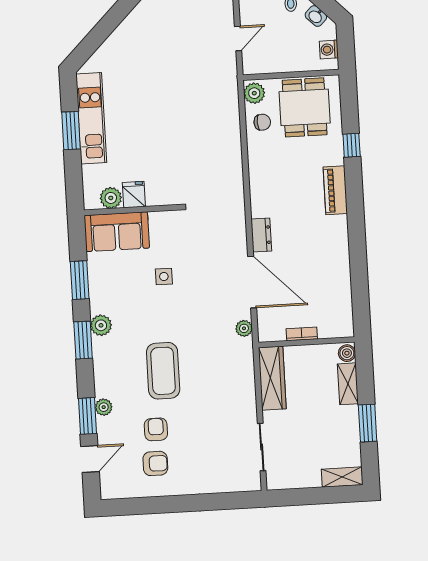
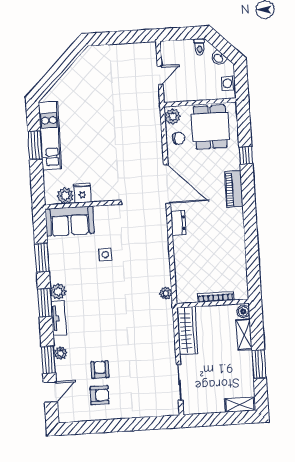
door: (252, 282) -> (167, 184), moved
bookcase: (302, 334) -> (216, 297), width x1.56
tv unit: (101, 361) -> (58, 318), added
coffee table: (163, 371) -> (105, 325), removed

